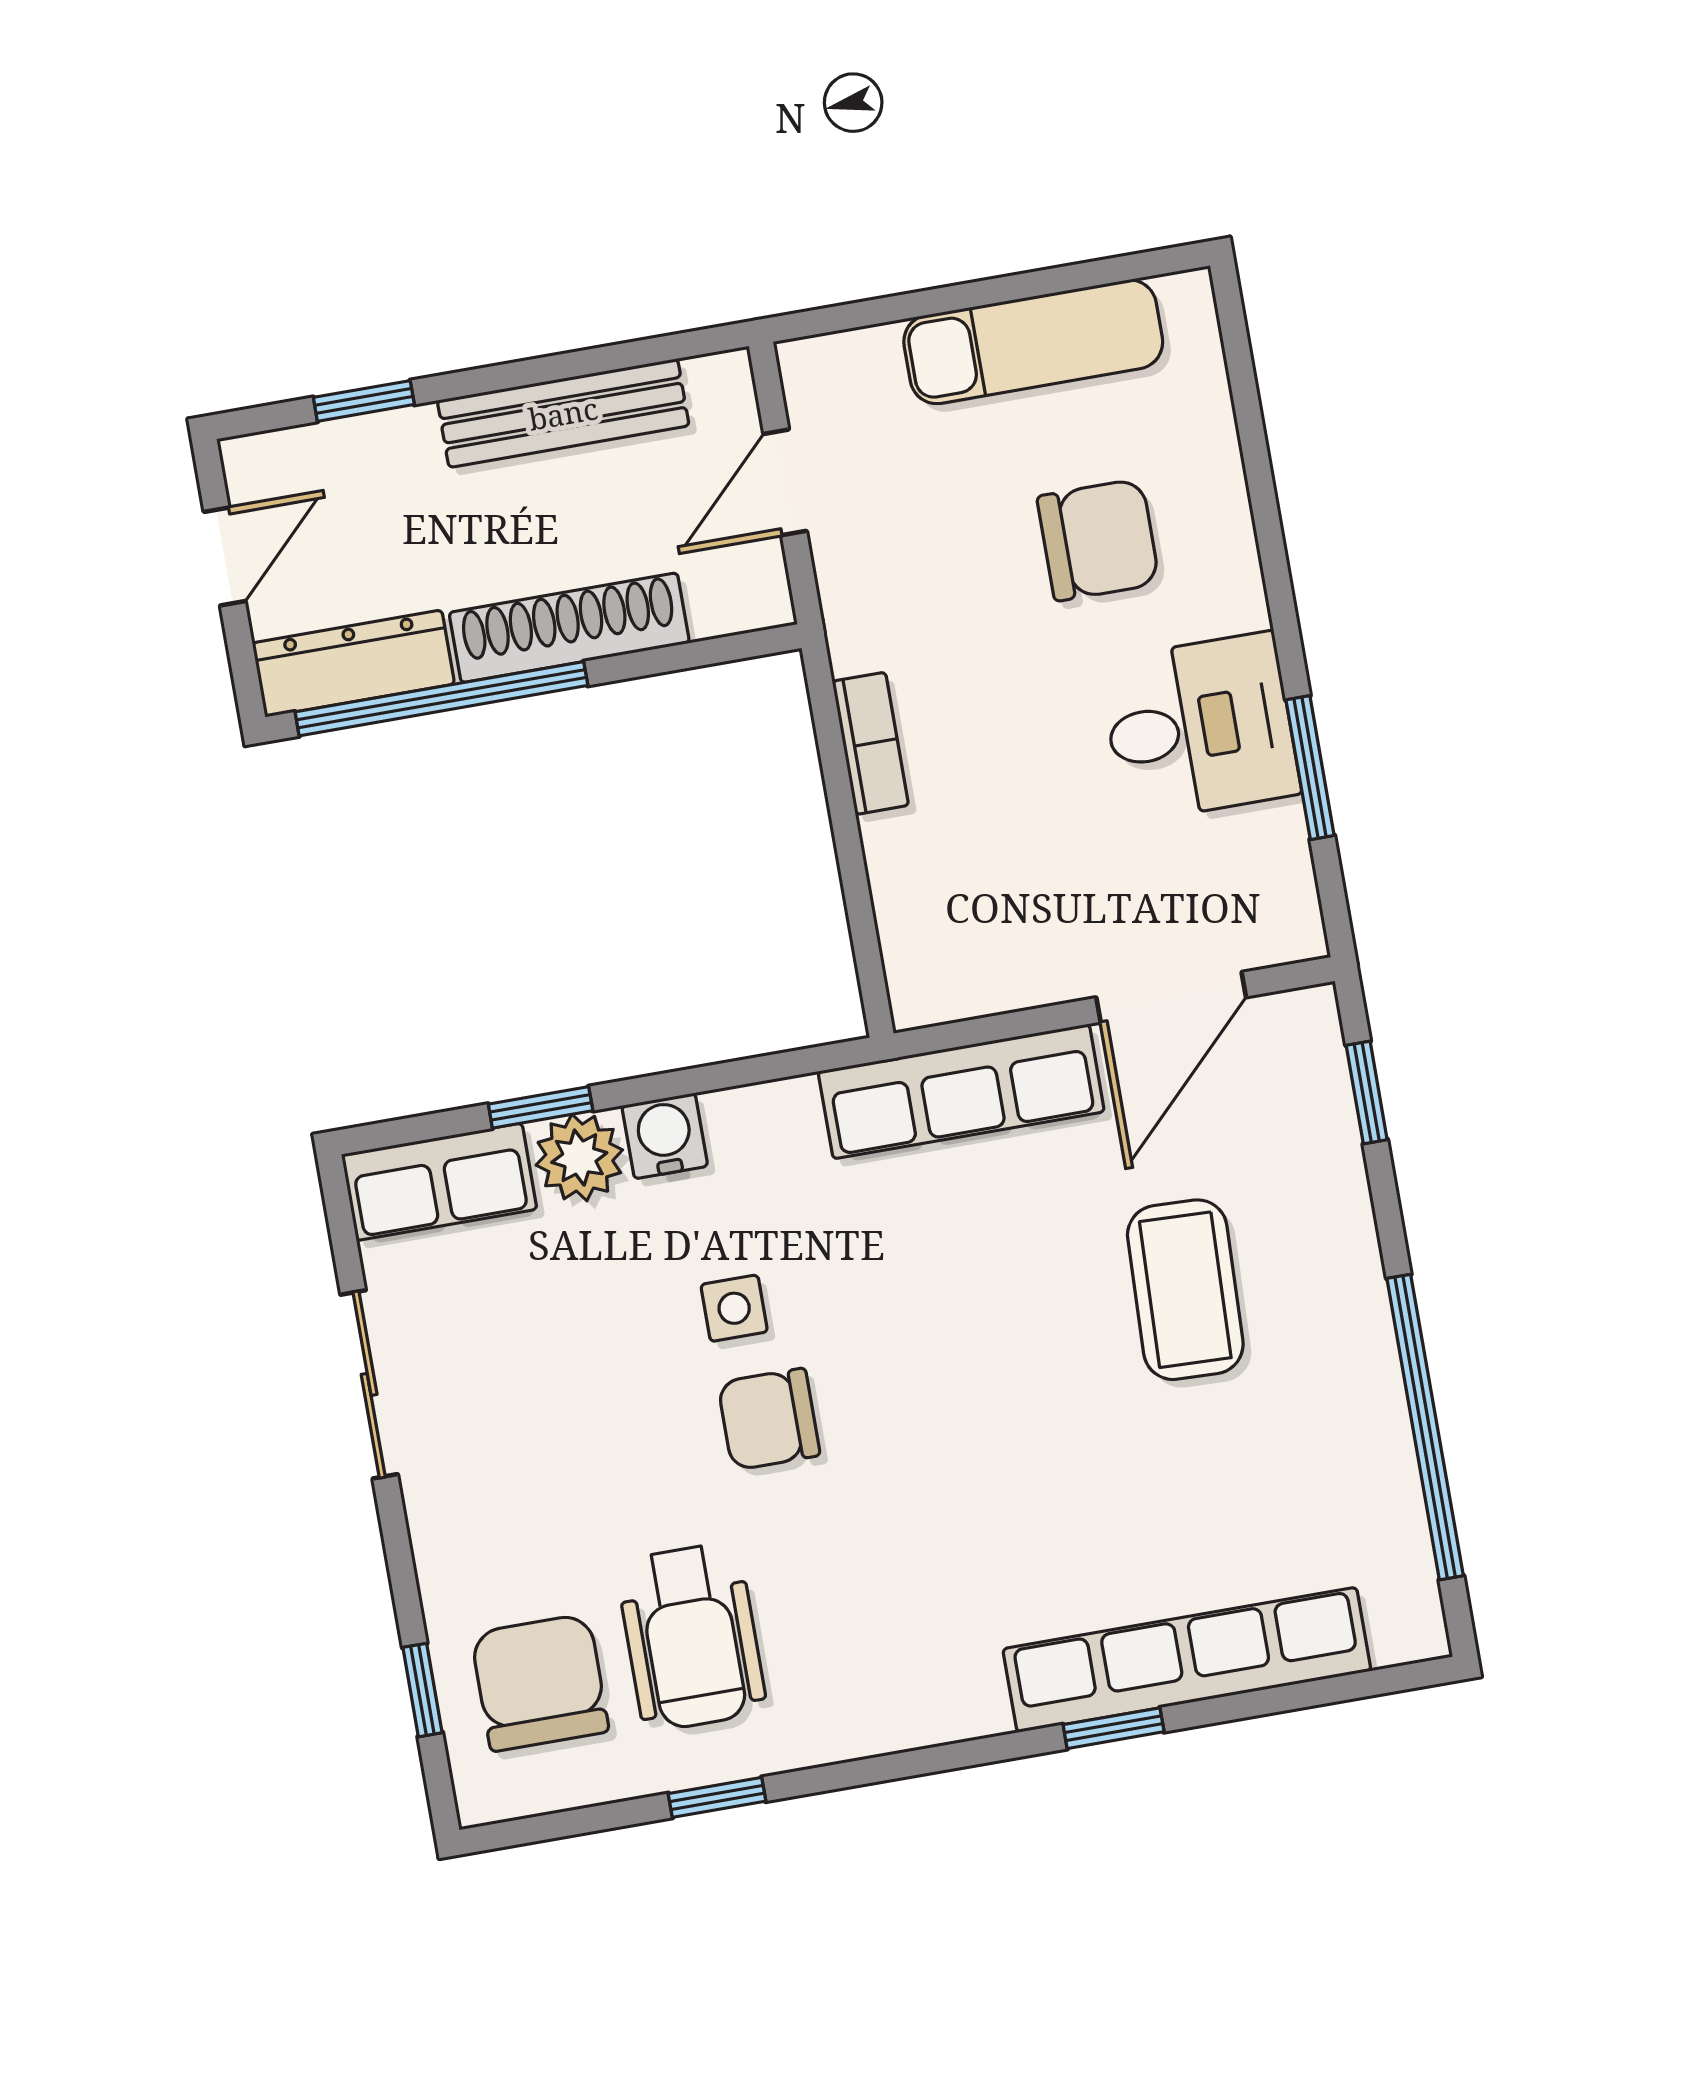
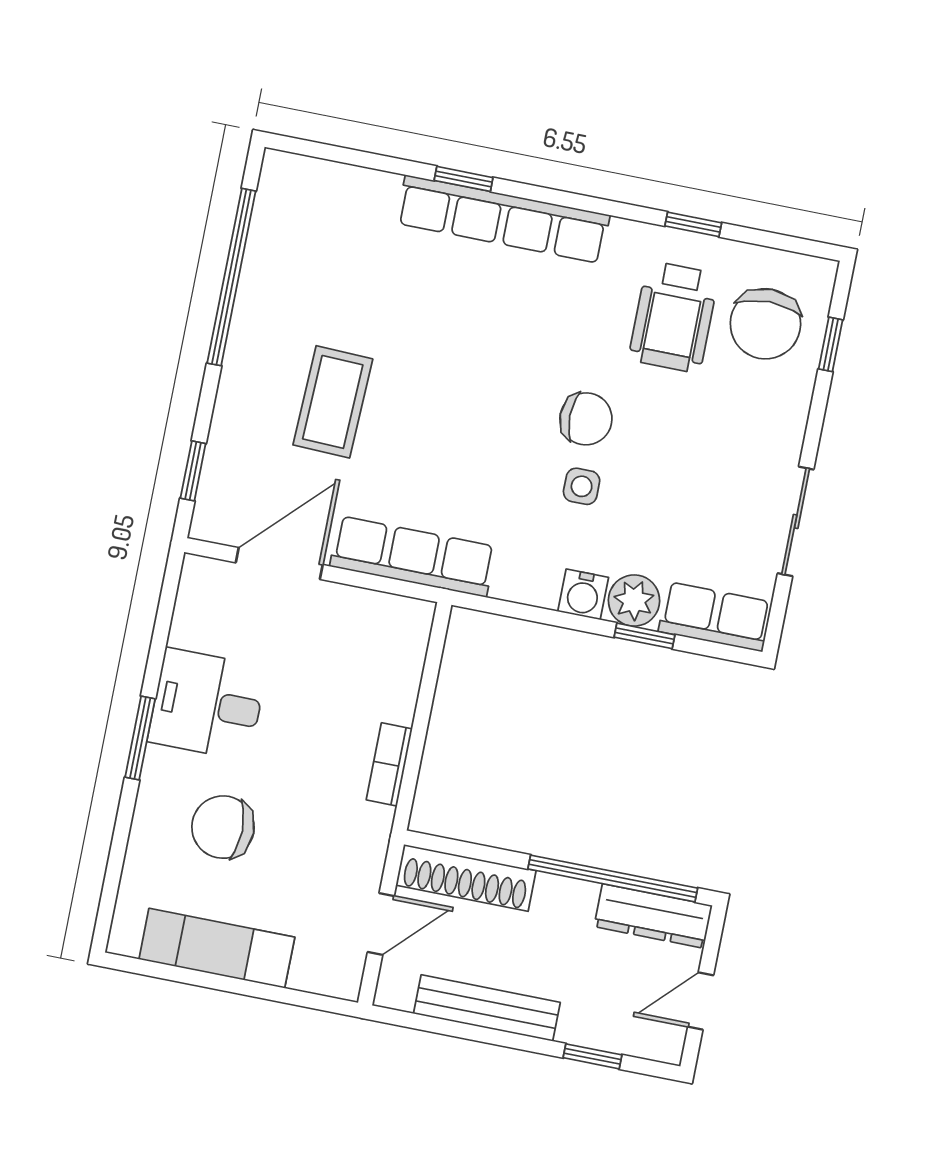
shoe rack: (569, 628) -> (466, 878), moved
window: (1310, 768) -> (140, 738), moved
wheelchair: (691, 1637) -> (674, 317), turned 180
row of seats: (1187, 1660) -> (503, 219), moved

